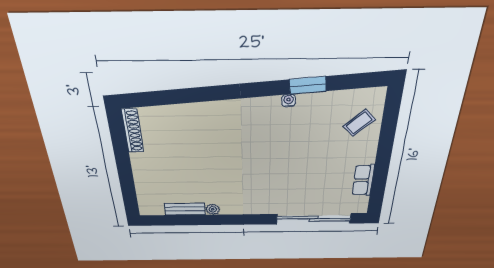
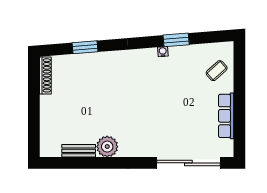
window: (181, 96) -> (85, 47), added
row of seats: (363, 180) -> (226, 116), width x1.48
plant: (213, 209) -> (107, 147), width x1.87, depth x1.87

